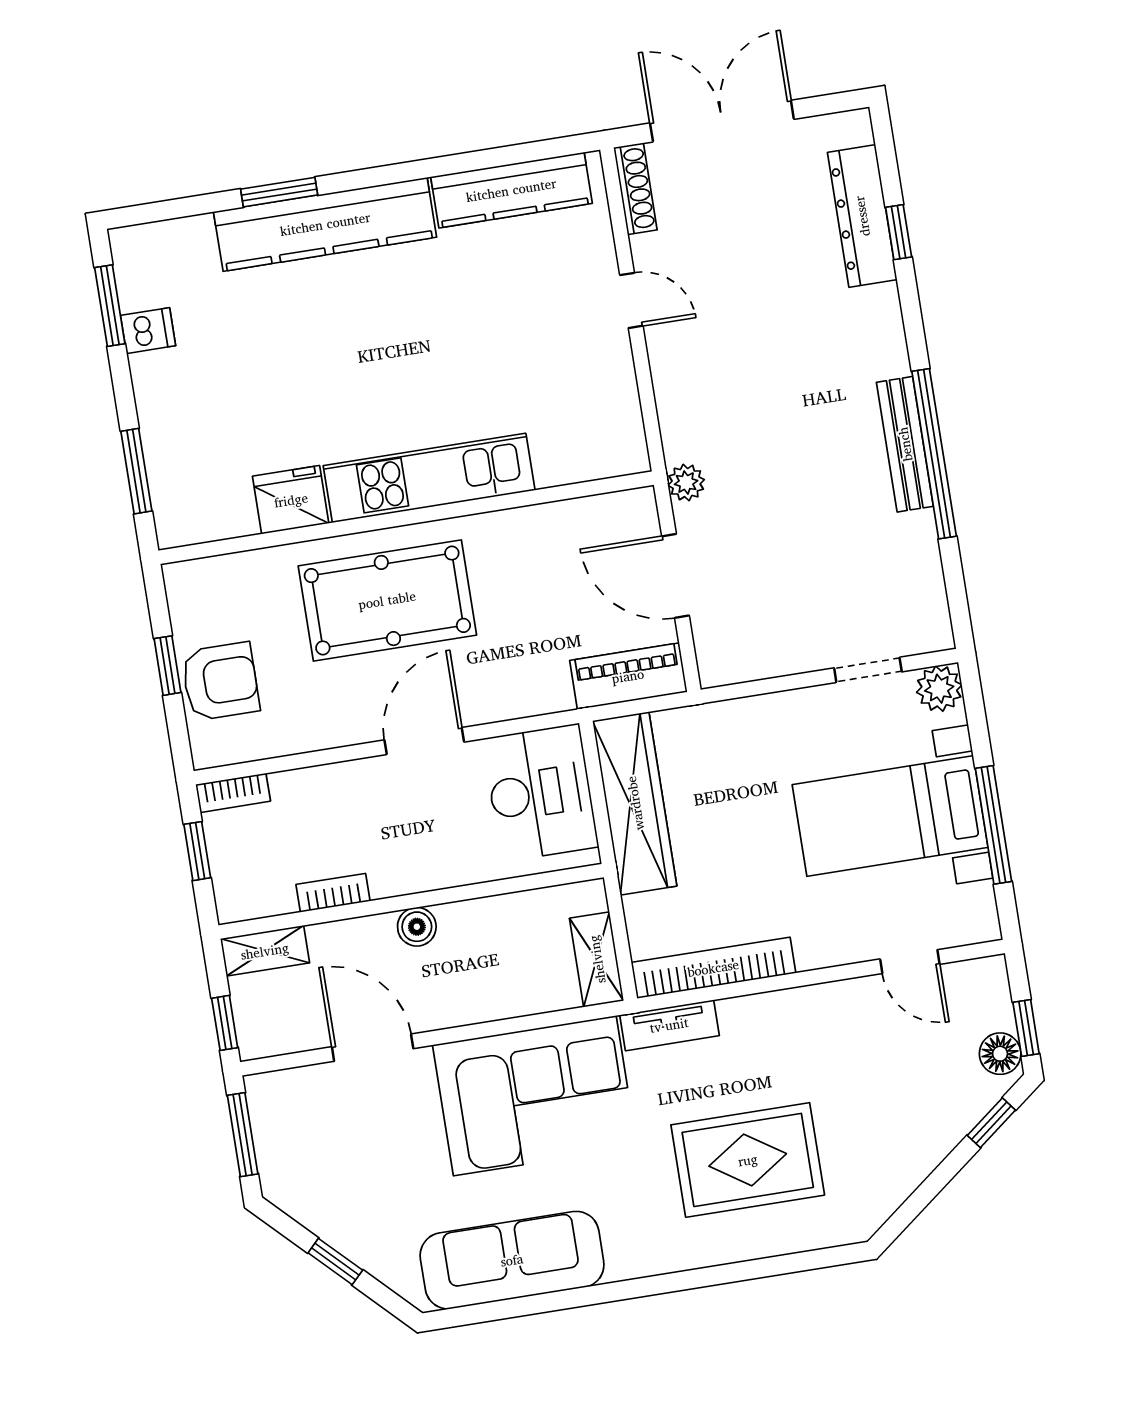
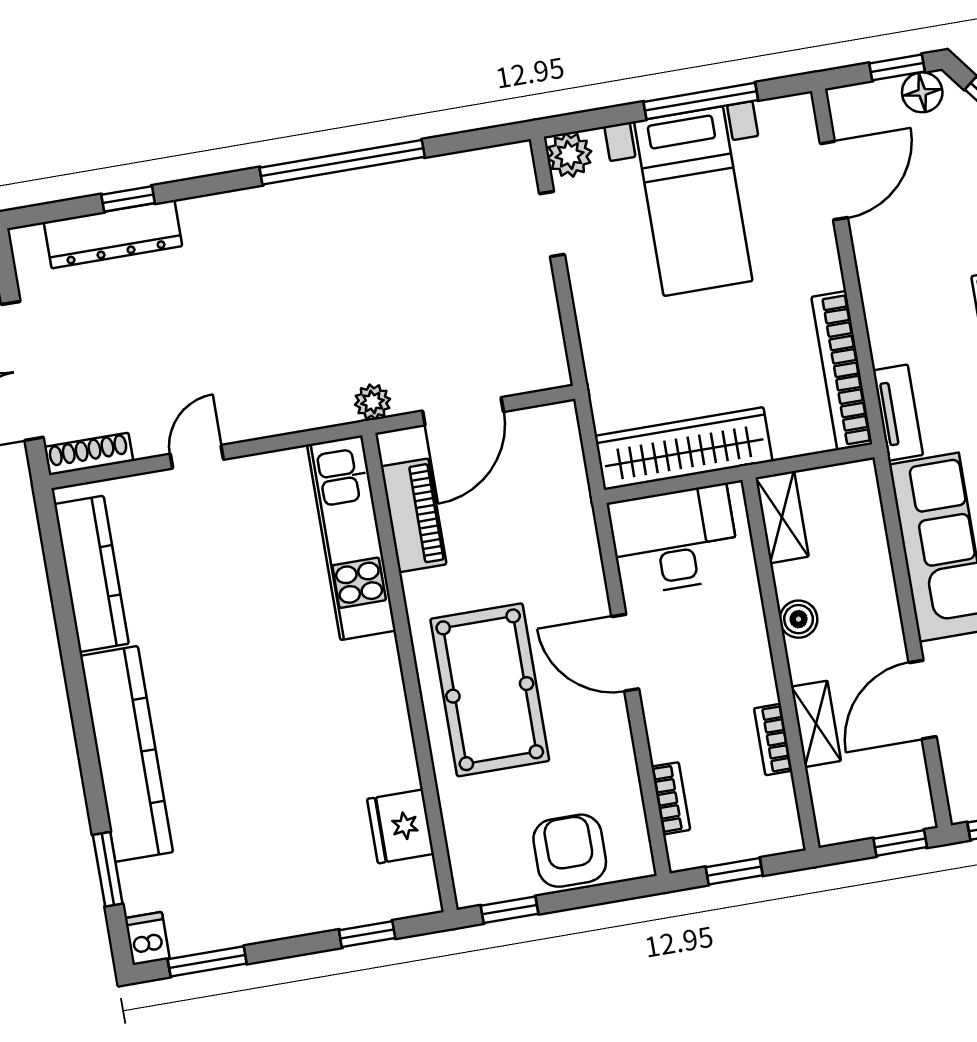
window: (279, 192) -> (108, 869), moved
dishwasher: (148, 331) -> (147, 938), moved
bench: (905, 444) -> (333, 191), removed
window: (136, 471) -> (367, 934), width x0.67
kitchen unit: (429, 478) -> (351, 538), moved
fridge: (291, 500) -> (400, 826), moved
window: (167, 666) -> (510, 910), moved
piano: (628, 676) -> (414, 515), moved, turned 180
bookcase: (233, 793) -> (671, 798), moved
boiler: (417, 927) -> (799, 619), moved
shelving: (265, 951) -> (816, 724), moved
shelving: (597, 959) -> (782, 517), moved, turned 90
door: (910, 962) -> (834, 181), width x1.38

